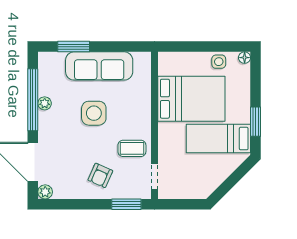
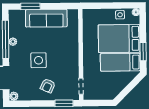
bed: (191, 99) -> (119, 39), moved, turned 180
side table: (94, 113) -> (39, 60), moved
coffee table: (132, 148) -> (67, 69), removed

